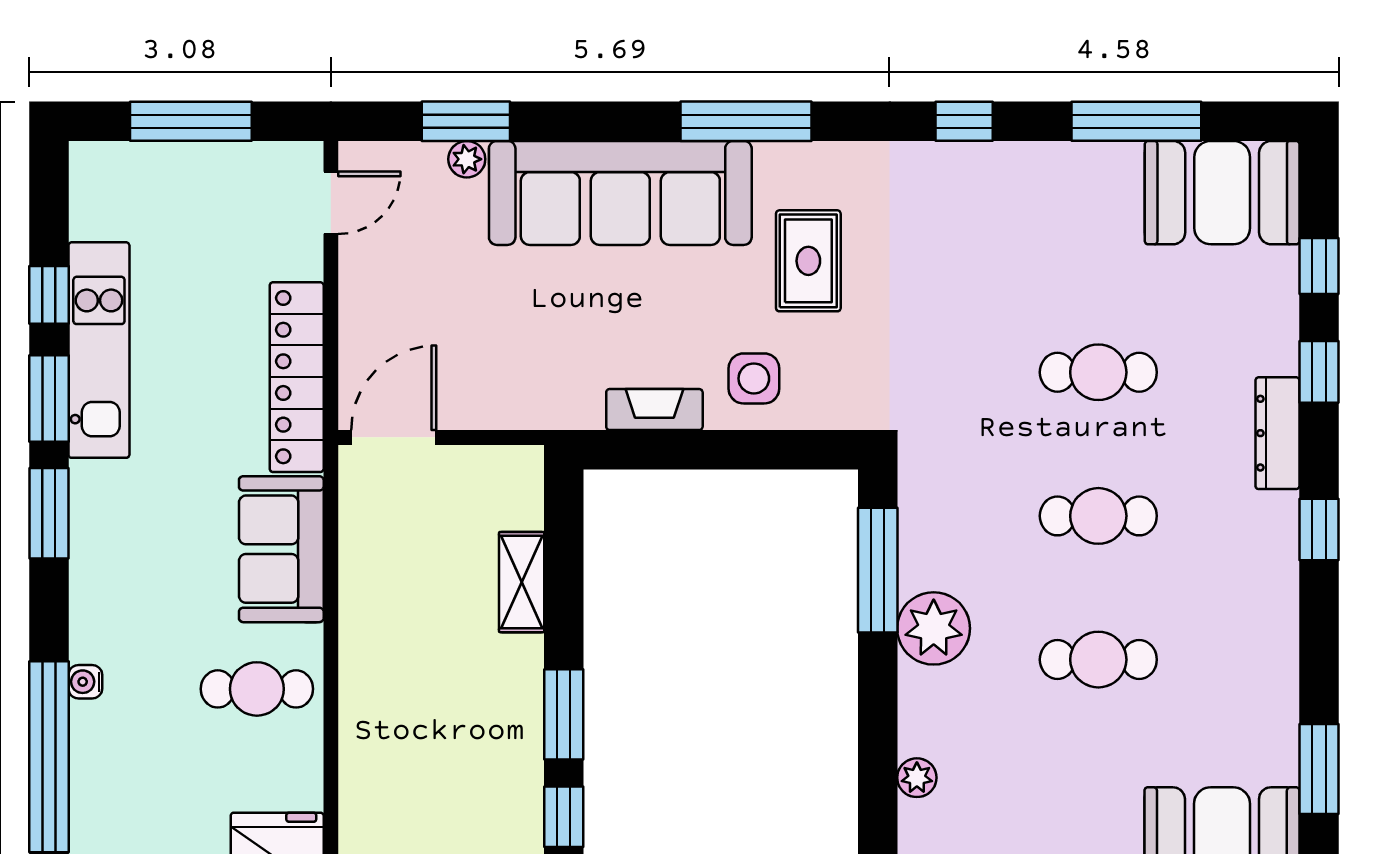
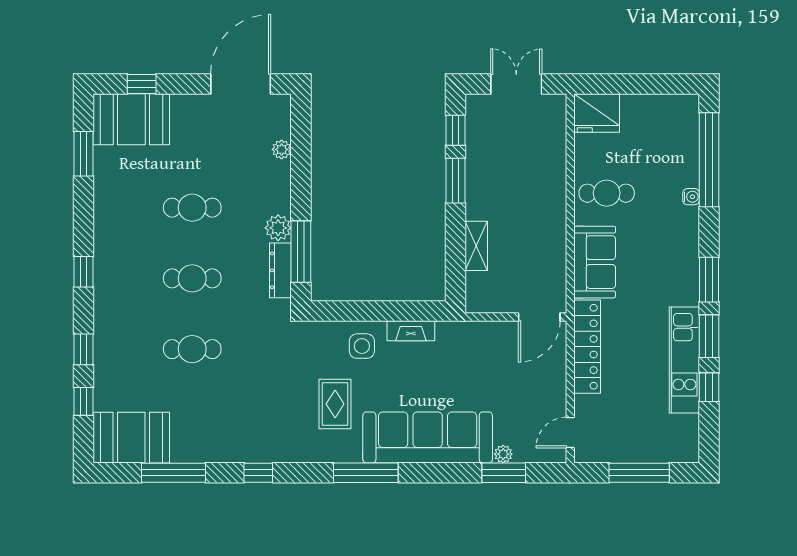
dresser: (1277, 433) -> (280, 270), moved, turned 180
plant: (934, 628) -> (278, 228), width x0.73, depth x0.73

